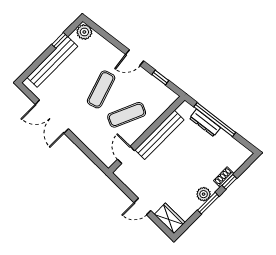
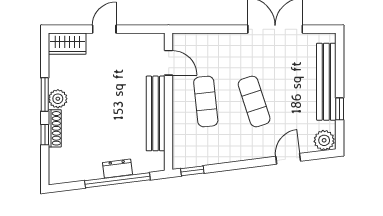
door: (135, 58) -> (288, 159), moved
window: (160, 77) -> (192, 171), moved
exercise mat: (127, 115) -> (206, 101), turned -30
dresser: (205, 123) -> (117, 168), width x0.70
shoe rack: (224, 177) -> (55, 128), width x1.43

